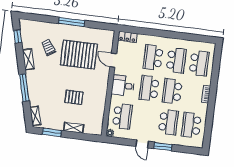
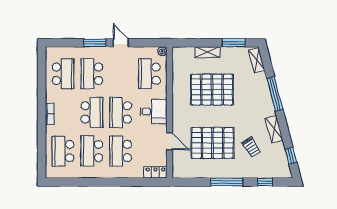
window: (41, 18) -> (265, 182), added
school desk: (153, 57) -> (121, 151), turned 180
school desk: (149, 88) -> (121, 112), turned 180
pallet: (74, 97) -> (212, 90), width x2.05, depth x2.00

